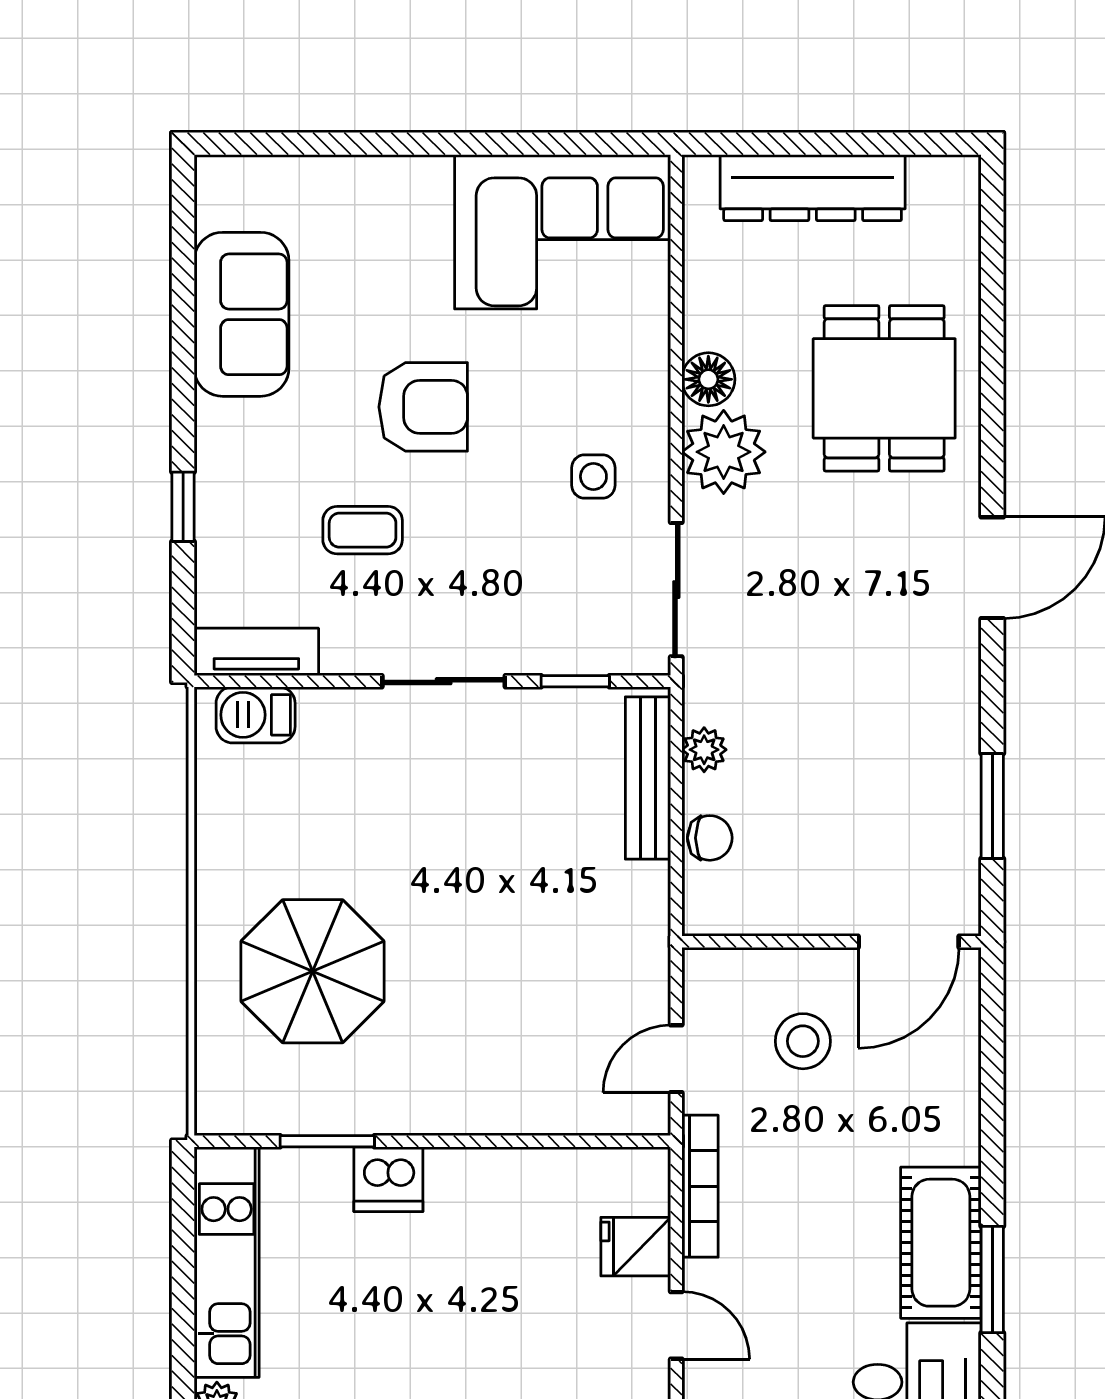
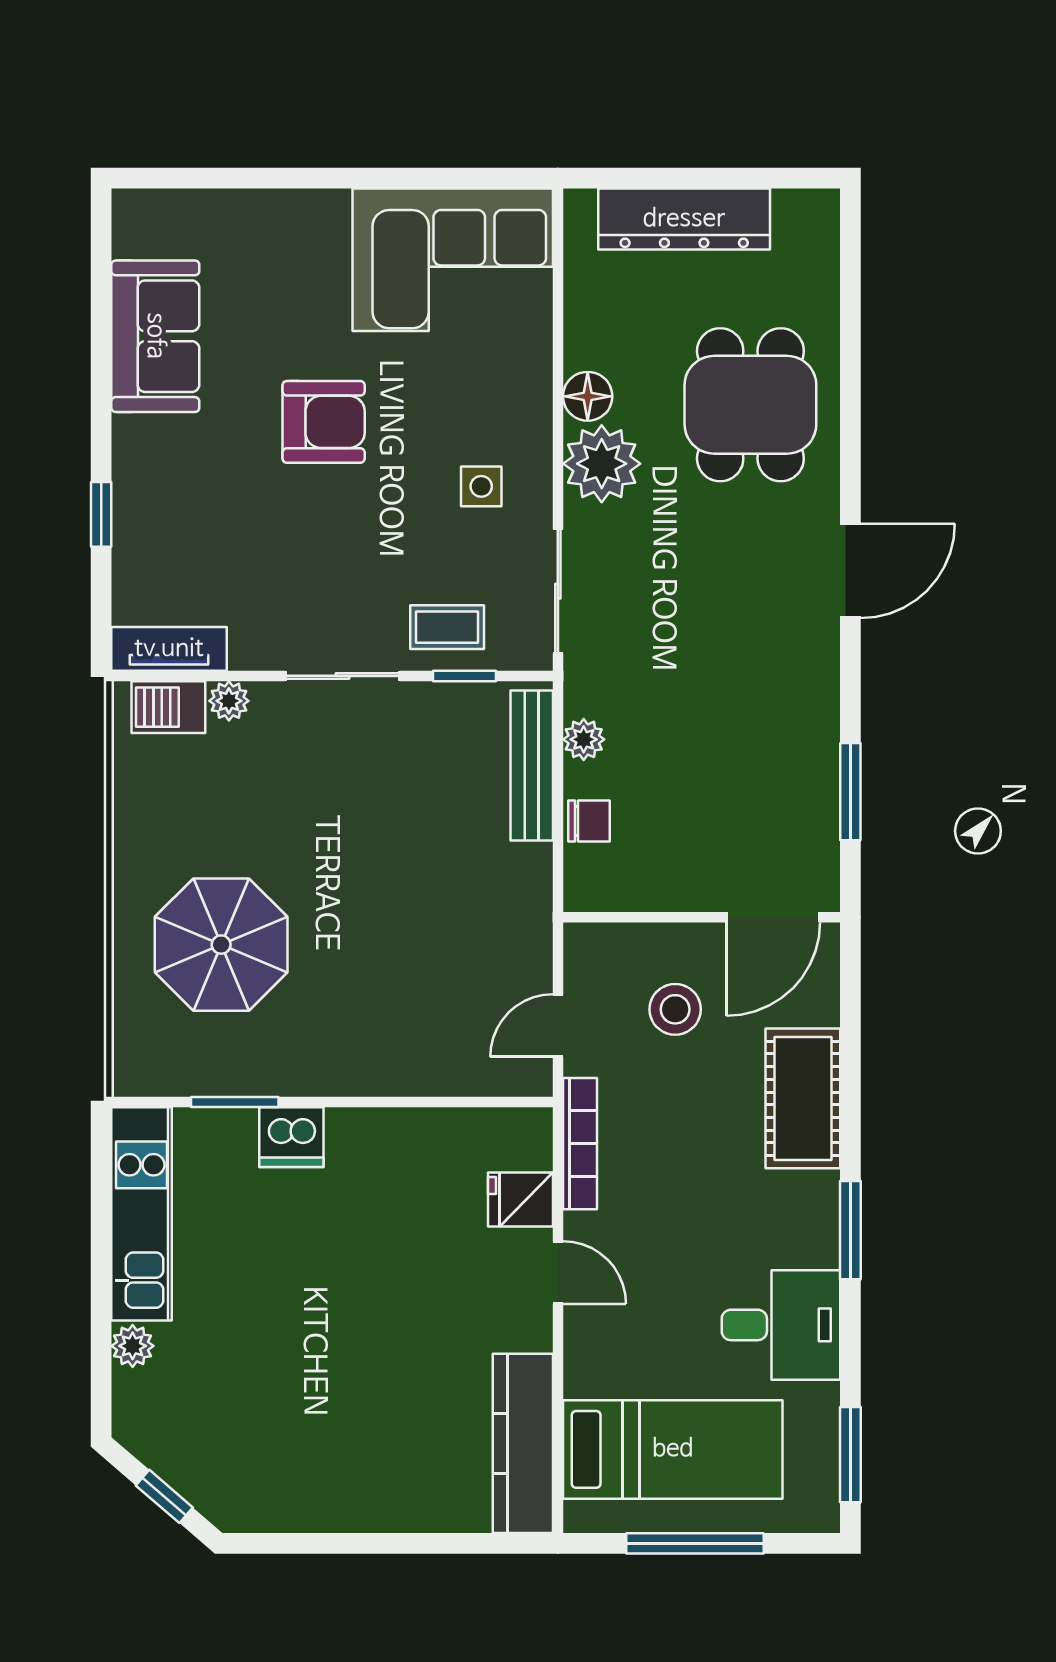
coffee table: (363, 530) -> (447, 627), moved
plant: (321, 708) -> (229, 701), added
cot: (941, 1243) -> (803, 1098), moved

